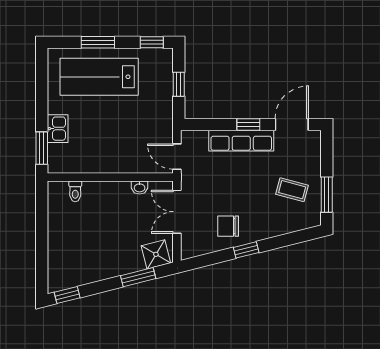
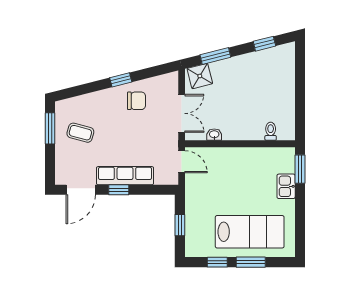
window: (152, 42) -> (217, 262), moved
window: (67, 295) -> (264, 44), moved

